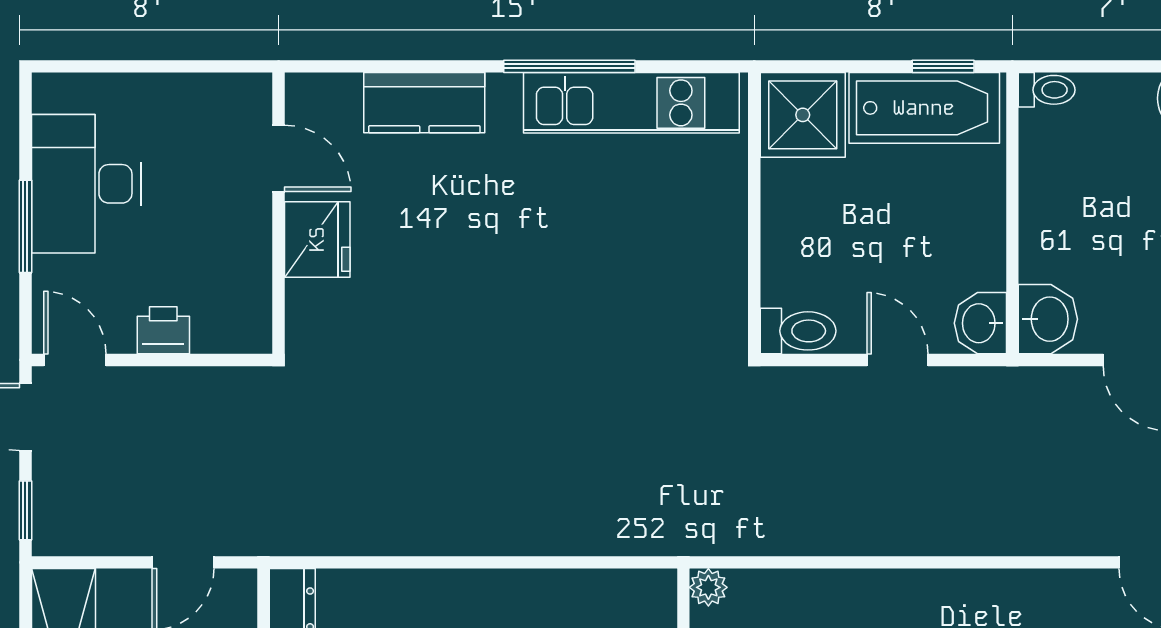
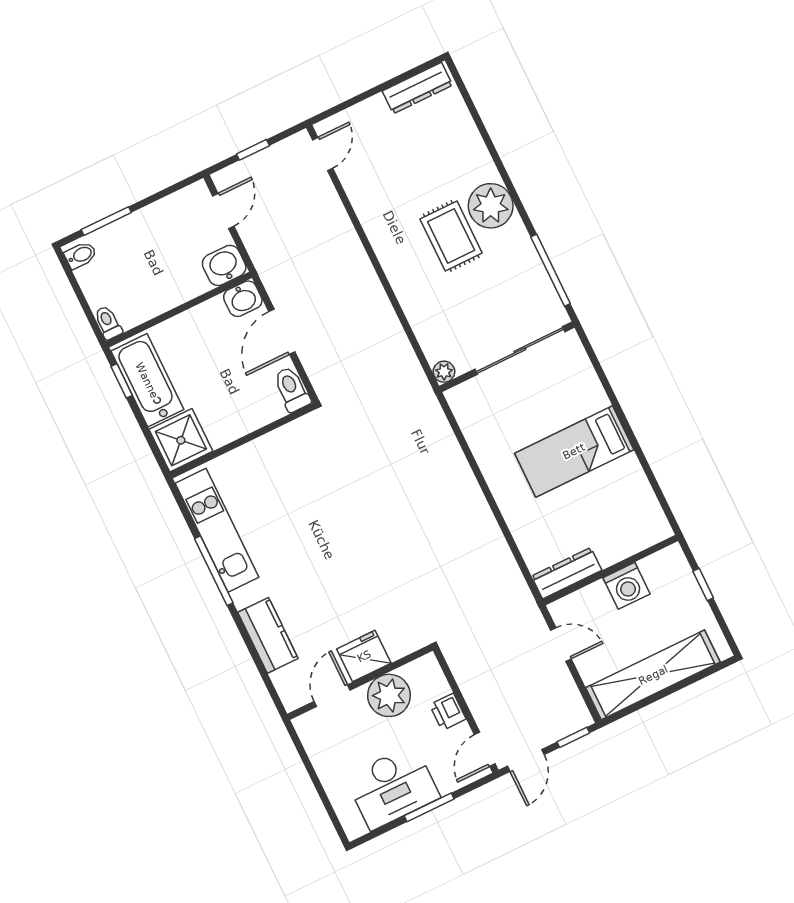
plant: (235, 249) -> (389, 695), added
door: (898, 360) -> (282, 332), width x1.38

